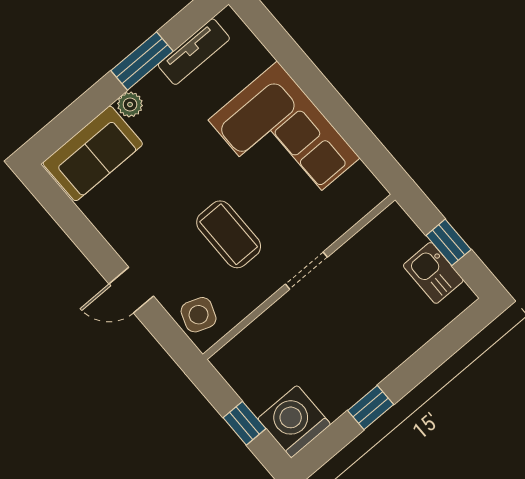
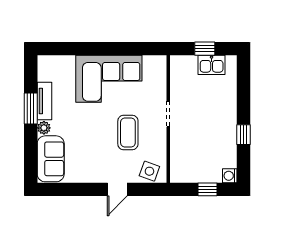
tv unit: (194, 52) -> (44, 101), moved
coffee table: (229, 234) -> (128, 132), turned 90
washing machine: (294, 421) -> (230, 176), width x0.53, depth x0.53

